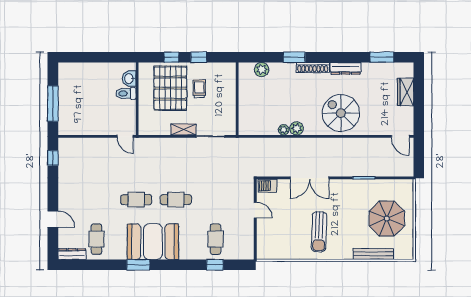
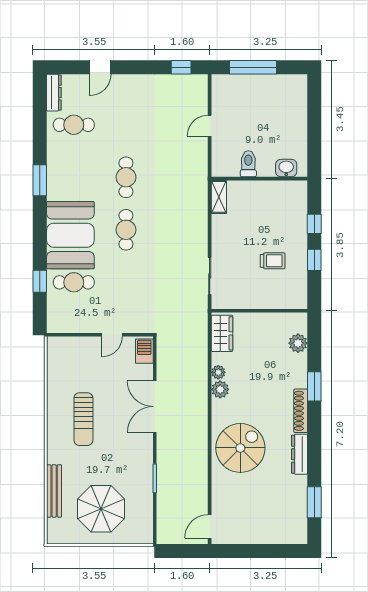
pallet: (170, 88) -> (273, 222), removed
wardrobe: (406, 92) -> (222, 333), moved, turned 90
toilet: (126, 93) -> (248, 164), moved
shelving: (183, 129) -> (219, 197), moved
door: (125, 136) -> (210, 126), moved
sun lounger: (319, 232) -> (83, 419), turned -92
booth: (153, 242) -> (70, 235), moved

